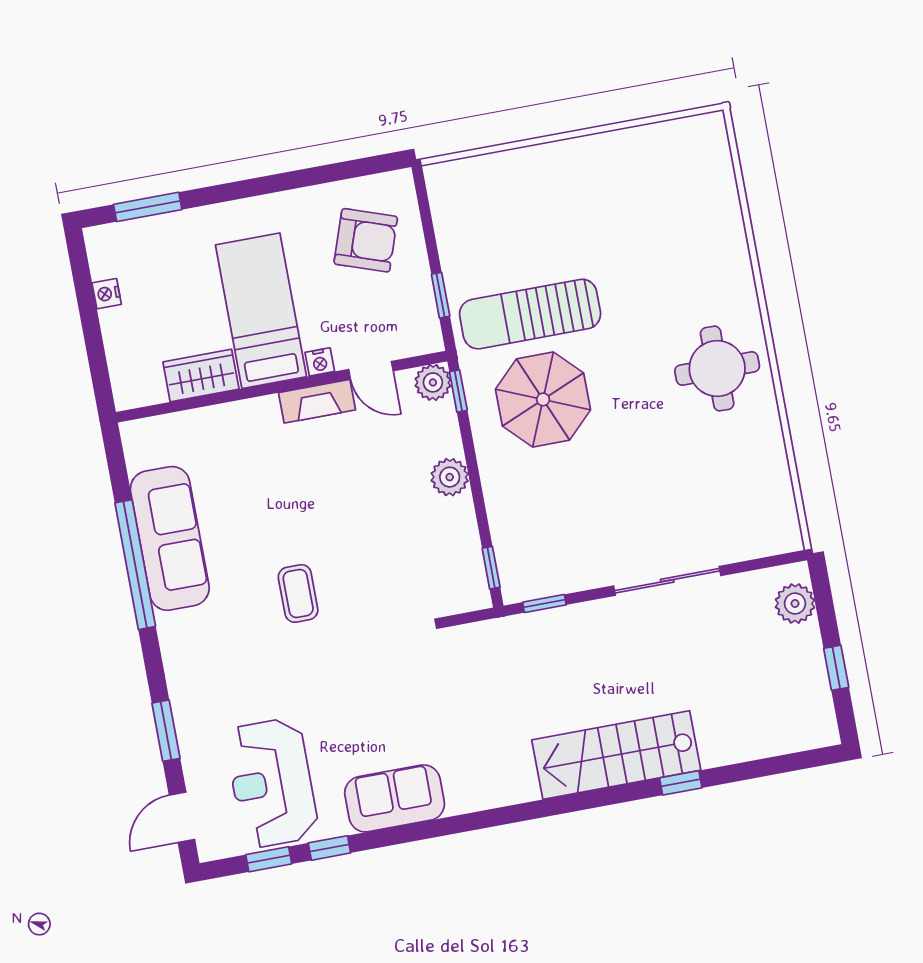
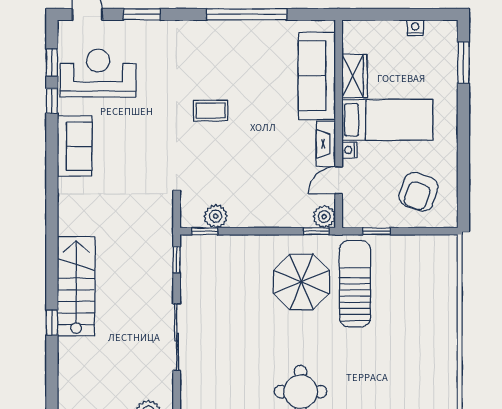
plant: (450, 477) -> (216, 216), moved
sofa: (170, 538) -> (317, 76), moved, turned 90

